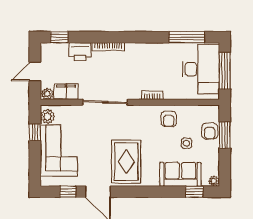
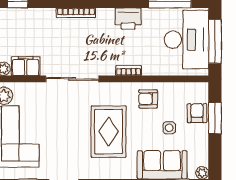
printer: (80, 52) -> (128, 18), moved
armchair: (169, 119) -> (148, 99), turned 90
armchair: (210, 131) -> (197, 113), turned 180
rug: (126, 162) -> (109, 132), moved

